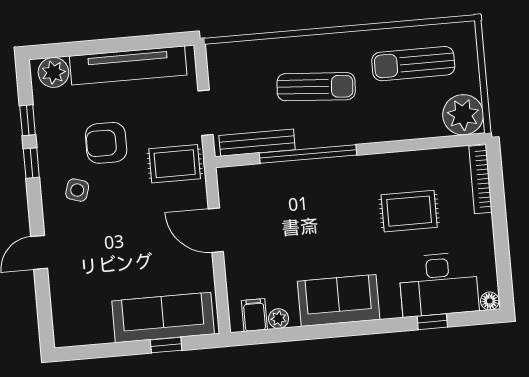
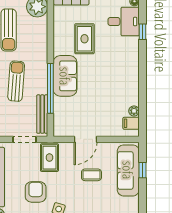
armchair: (106, 143) -> (36, 192), turned 180
coffee table: (148, 247) -> (91, 175), added
desk: (439, 284) -> (124, 21), width x0.73
sofa: (339, 300) -> (65, 76), moved, turned 180

